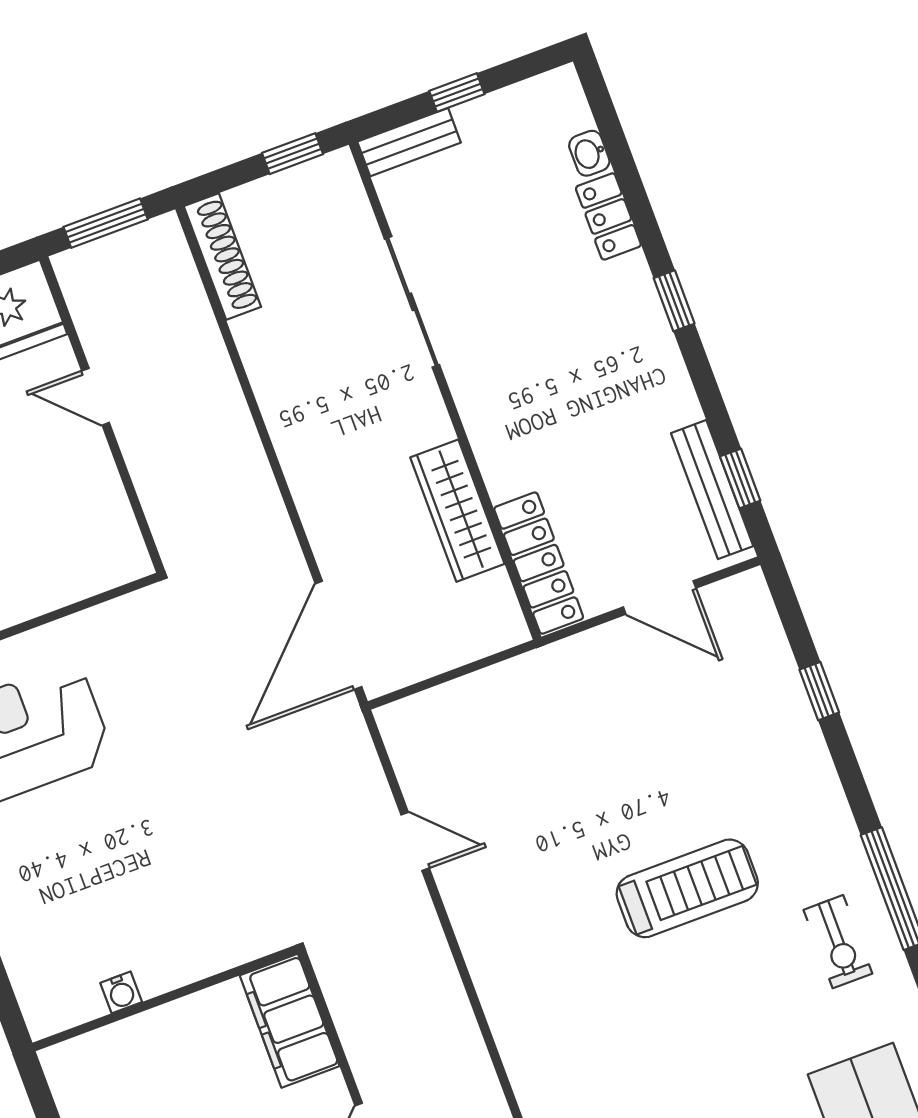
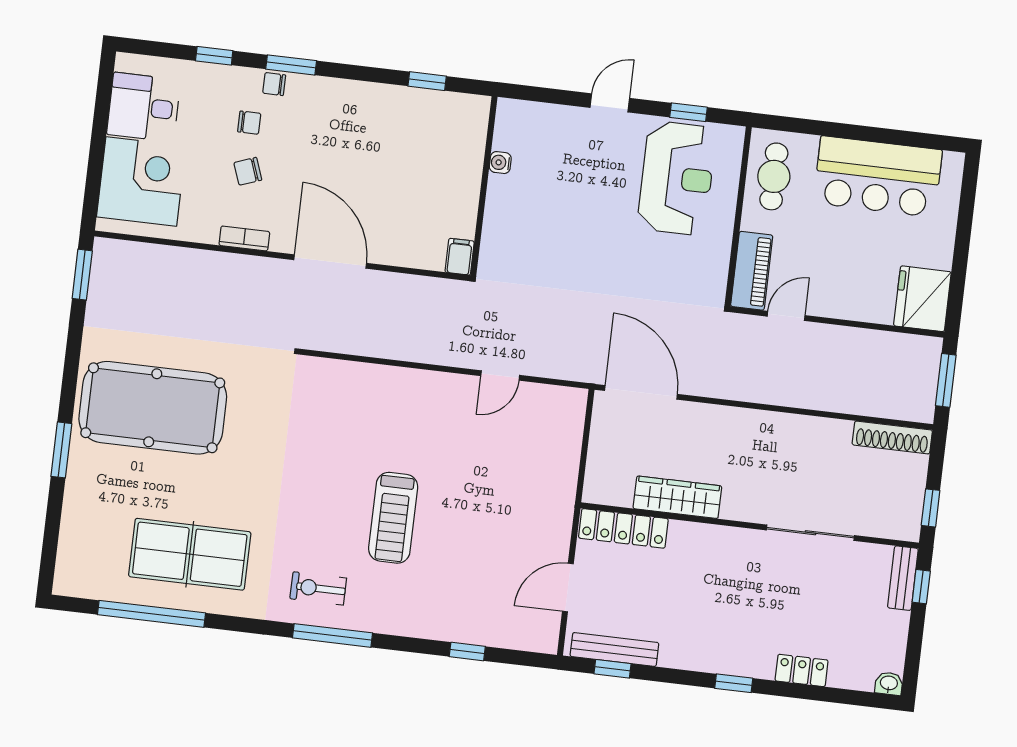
window: (457, 92) -> (921, 587), moved
washbasin: (589, 153) -> (889, 684), moved
door: (96, 397) -> (786, 316), moved
piano: (92, 569) -> (752, 271), added
filing cabinet: (290, 1021) -> (460, 257), width x0.33, depth x0.86

